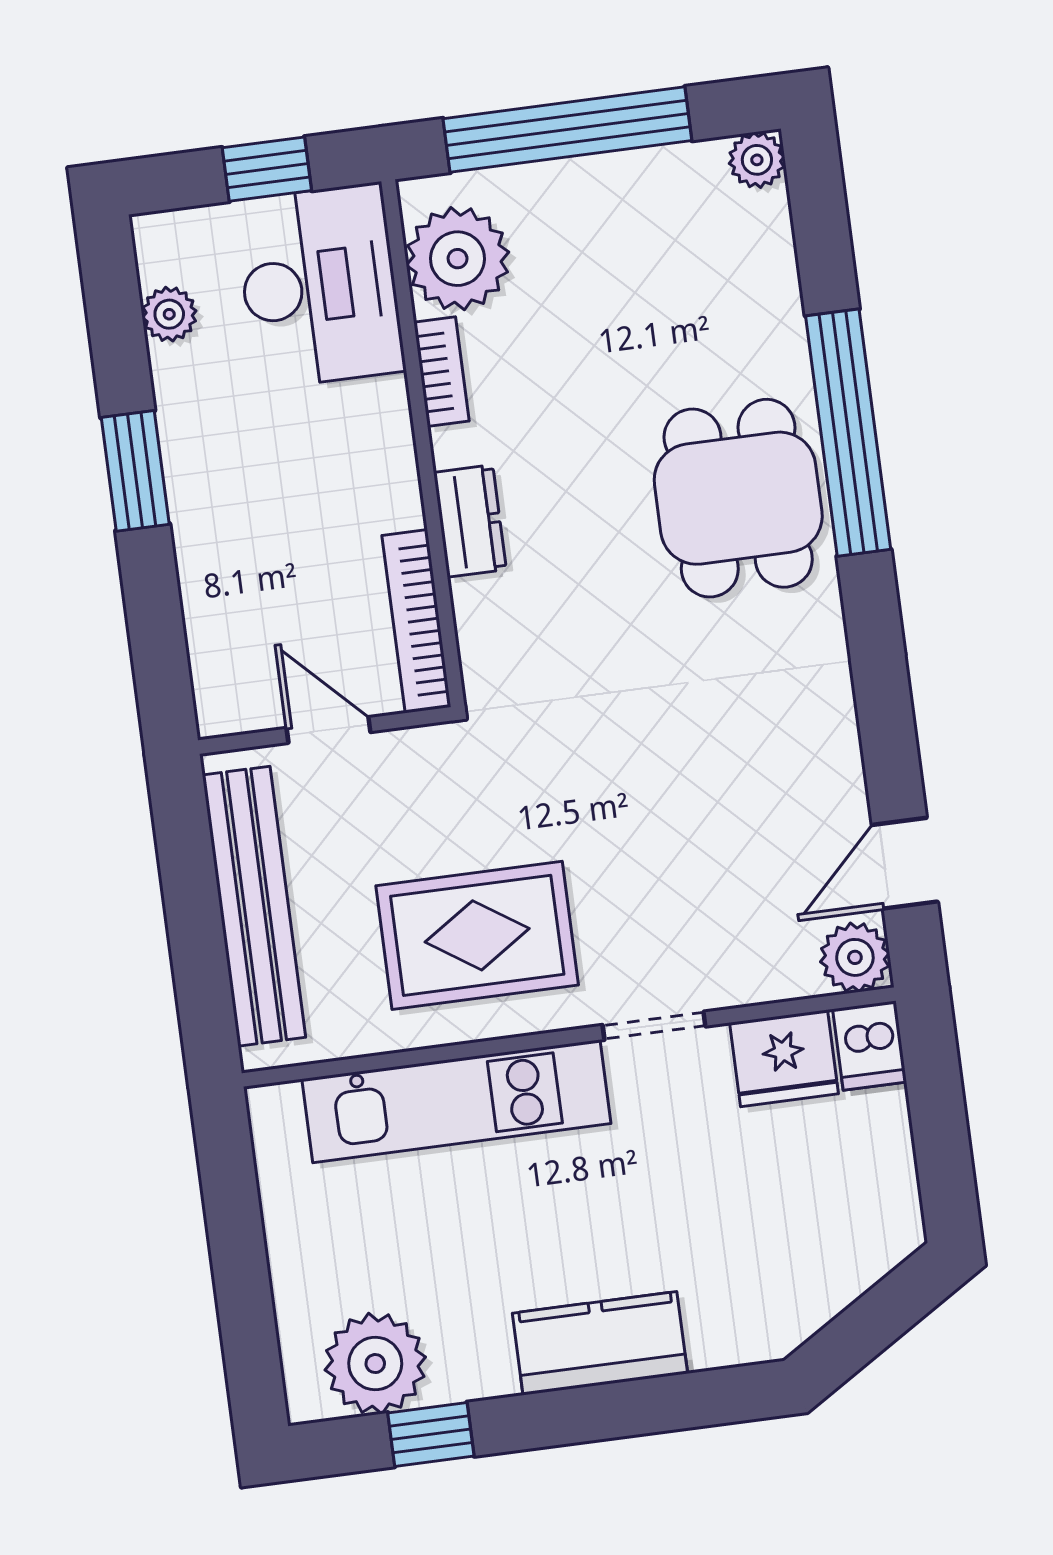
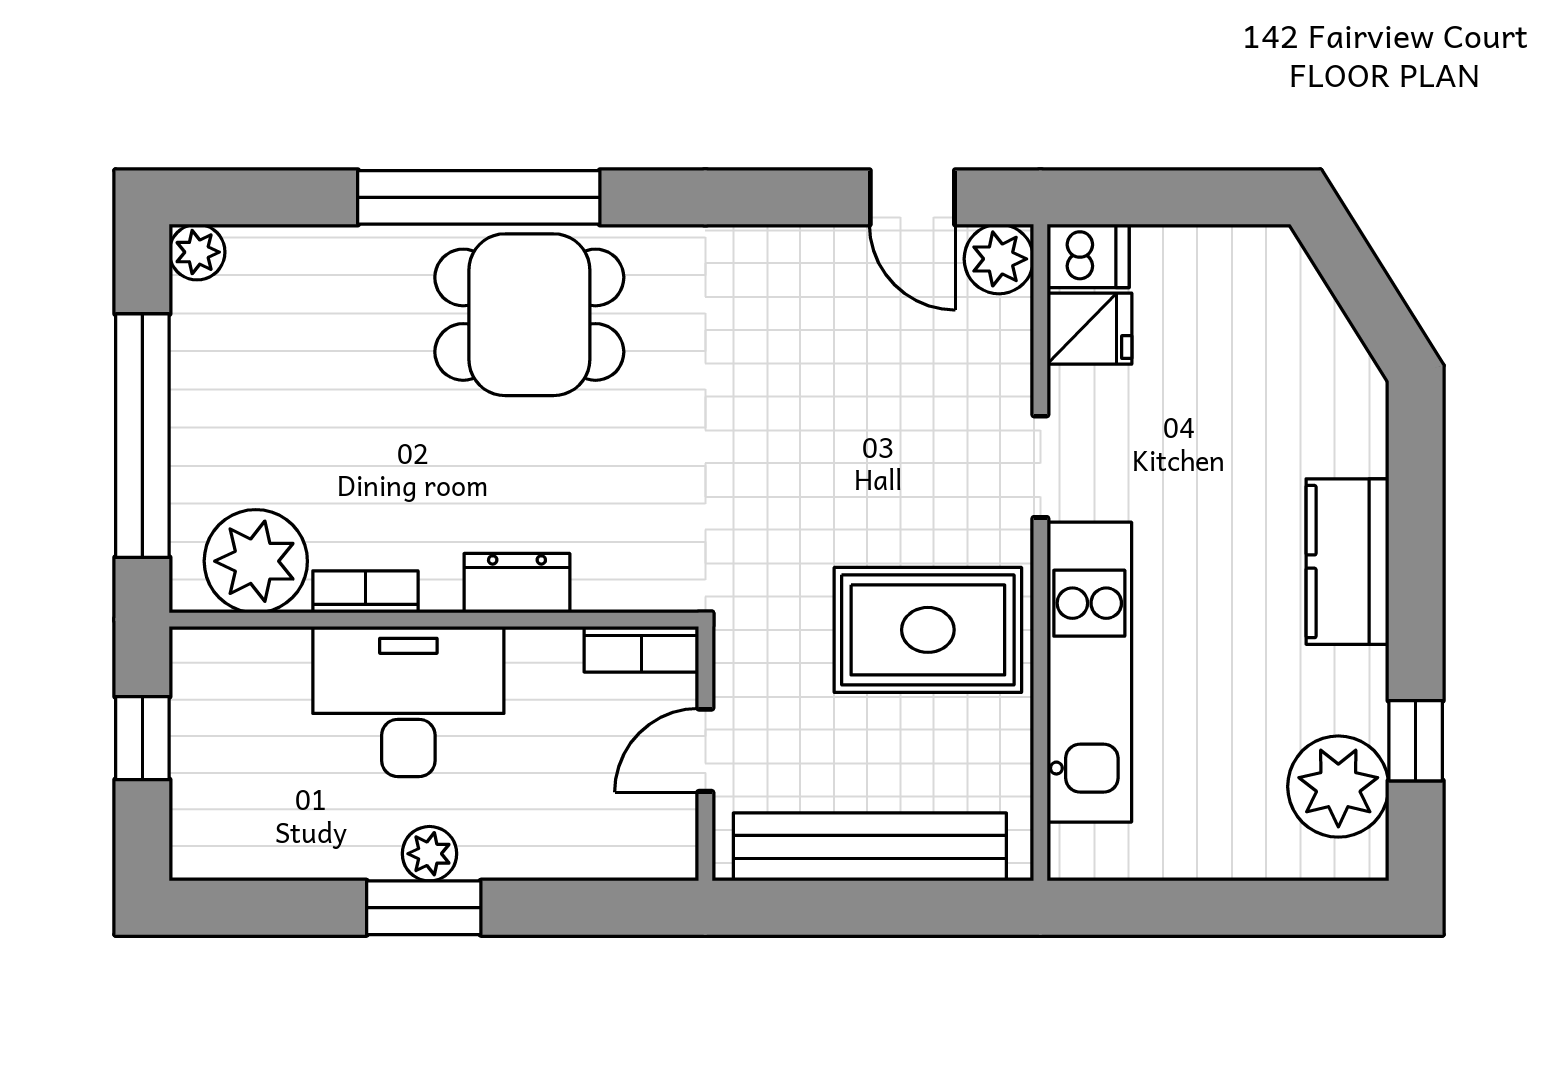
desk: (319, 286) -> (408, 701), moved
plant: (169, 314) -> (429, 854), moved
bookcase: (416, 621) -> (641, 649), width x0.64
rug: (477, 935) -> (928, 630), turned 90
fridge: (784, 1058) -> (1089, 329), width x0.72

